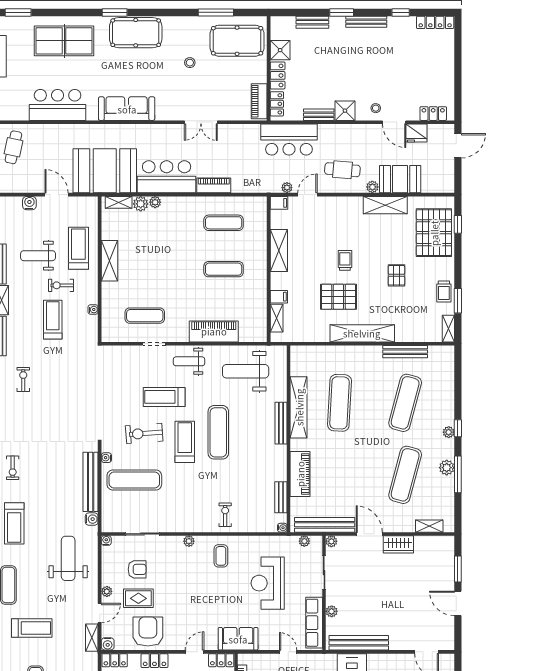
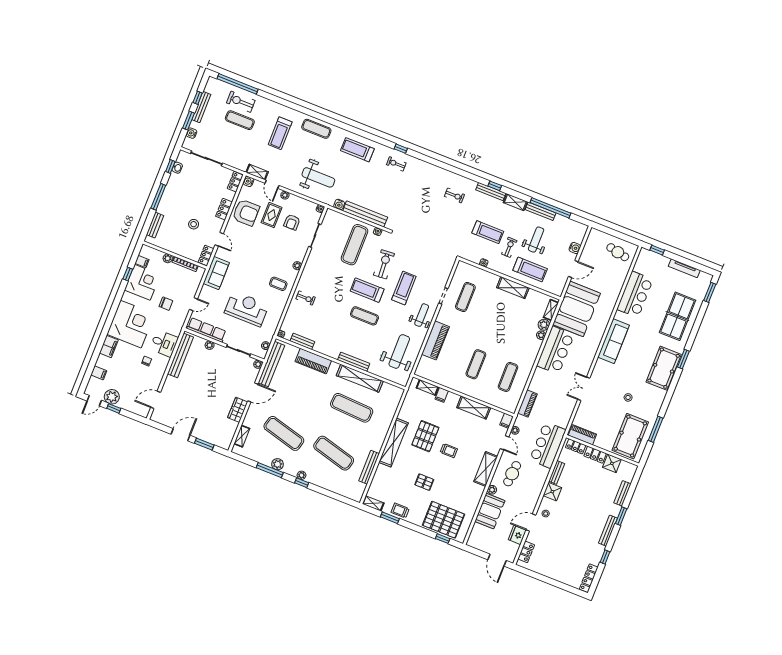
piano: (214, 185) -> (527, 404), moved
shelving: (385, 205) -> (486, 469), moved
exercise mat: (218, 432) -> (364, 316), width x0.73, depth x0.69
treadmill: (185, 442) -> (367, 290), turned 180

